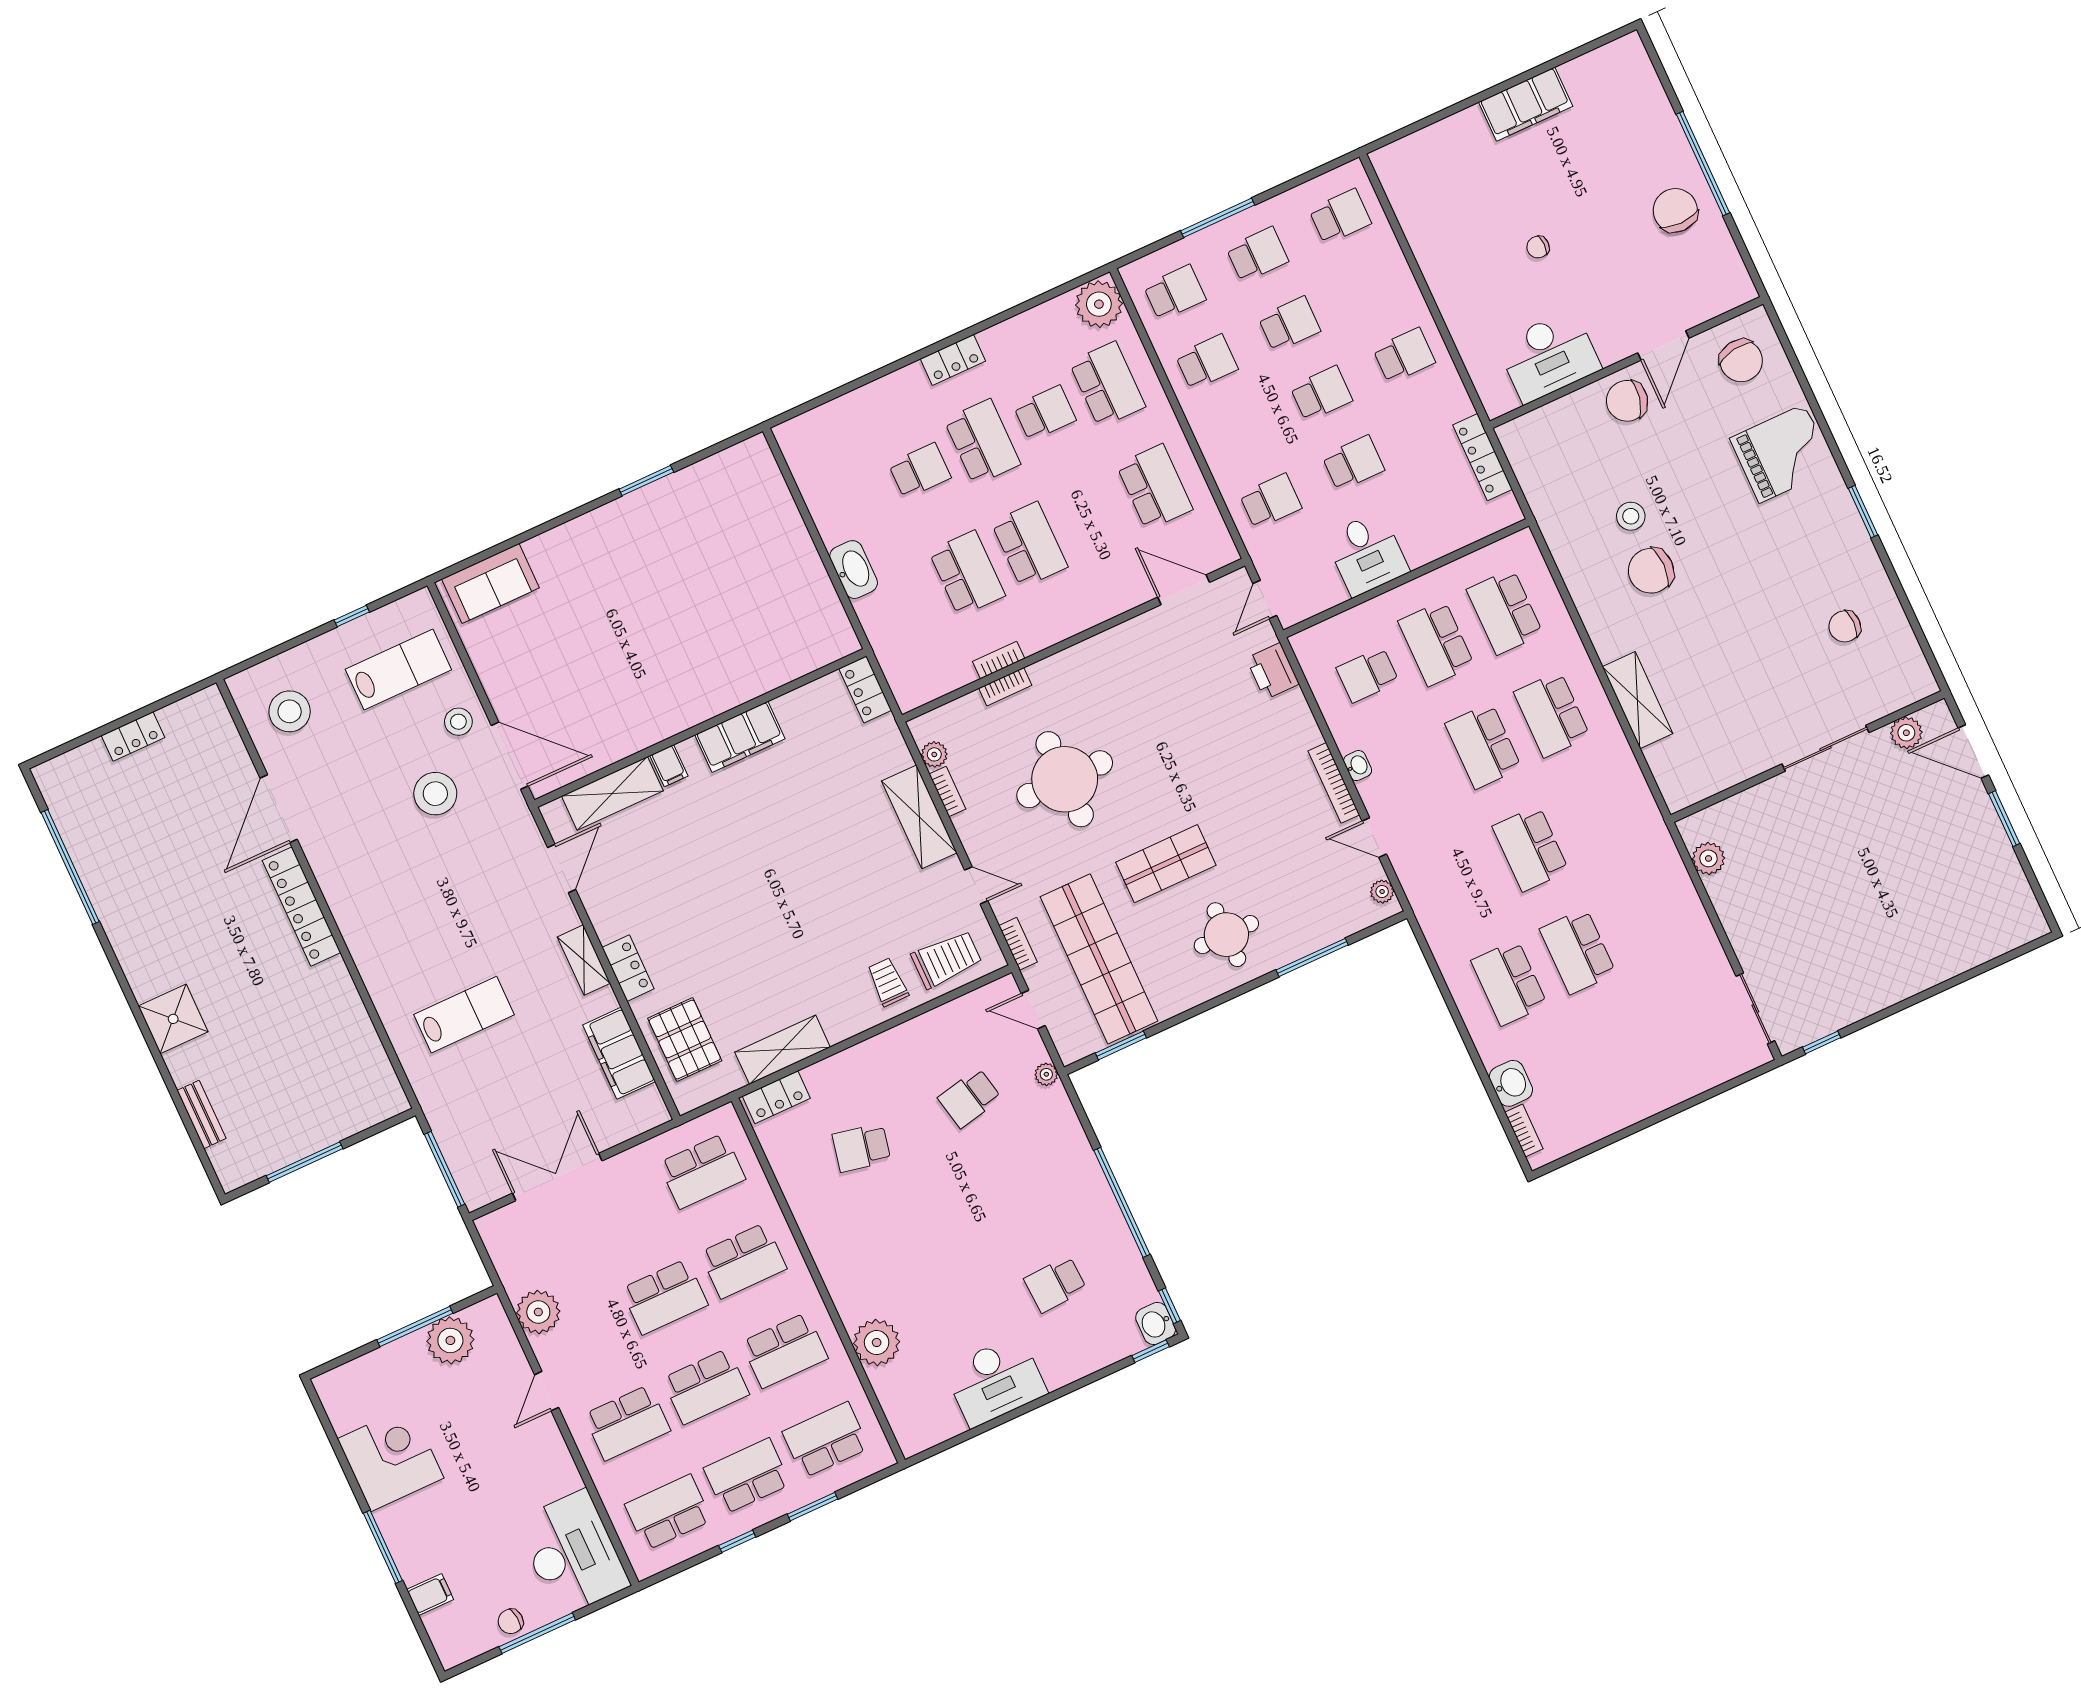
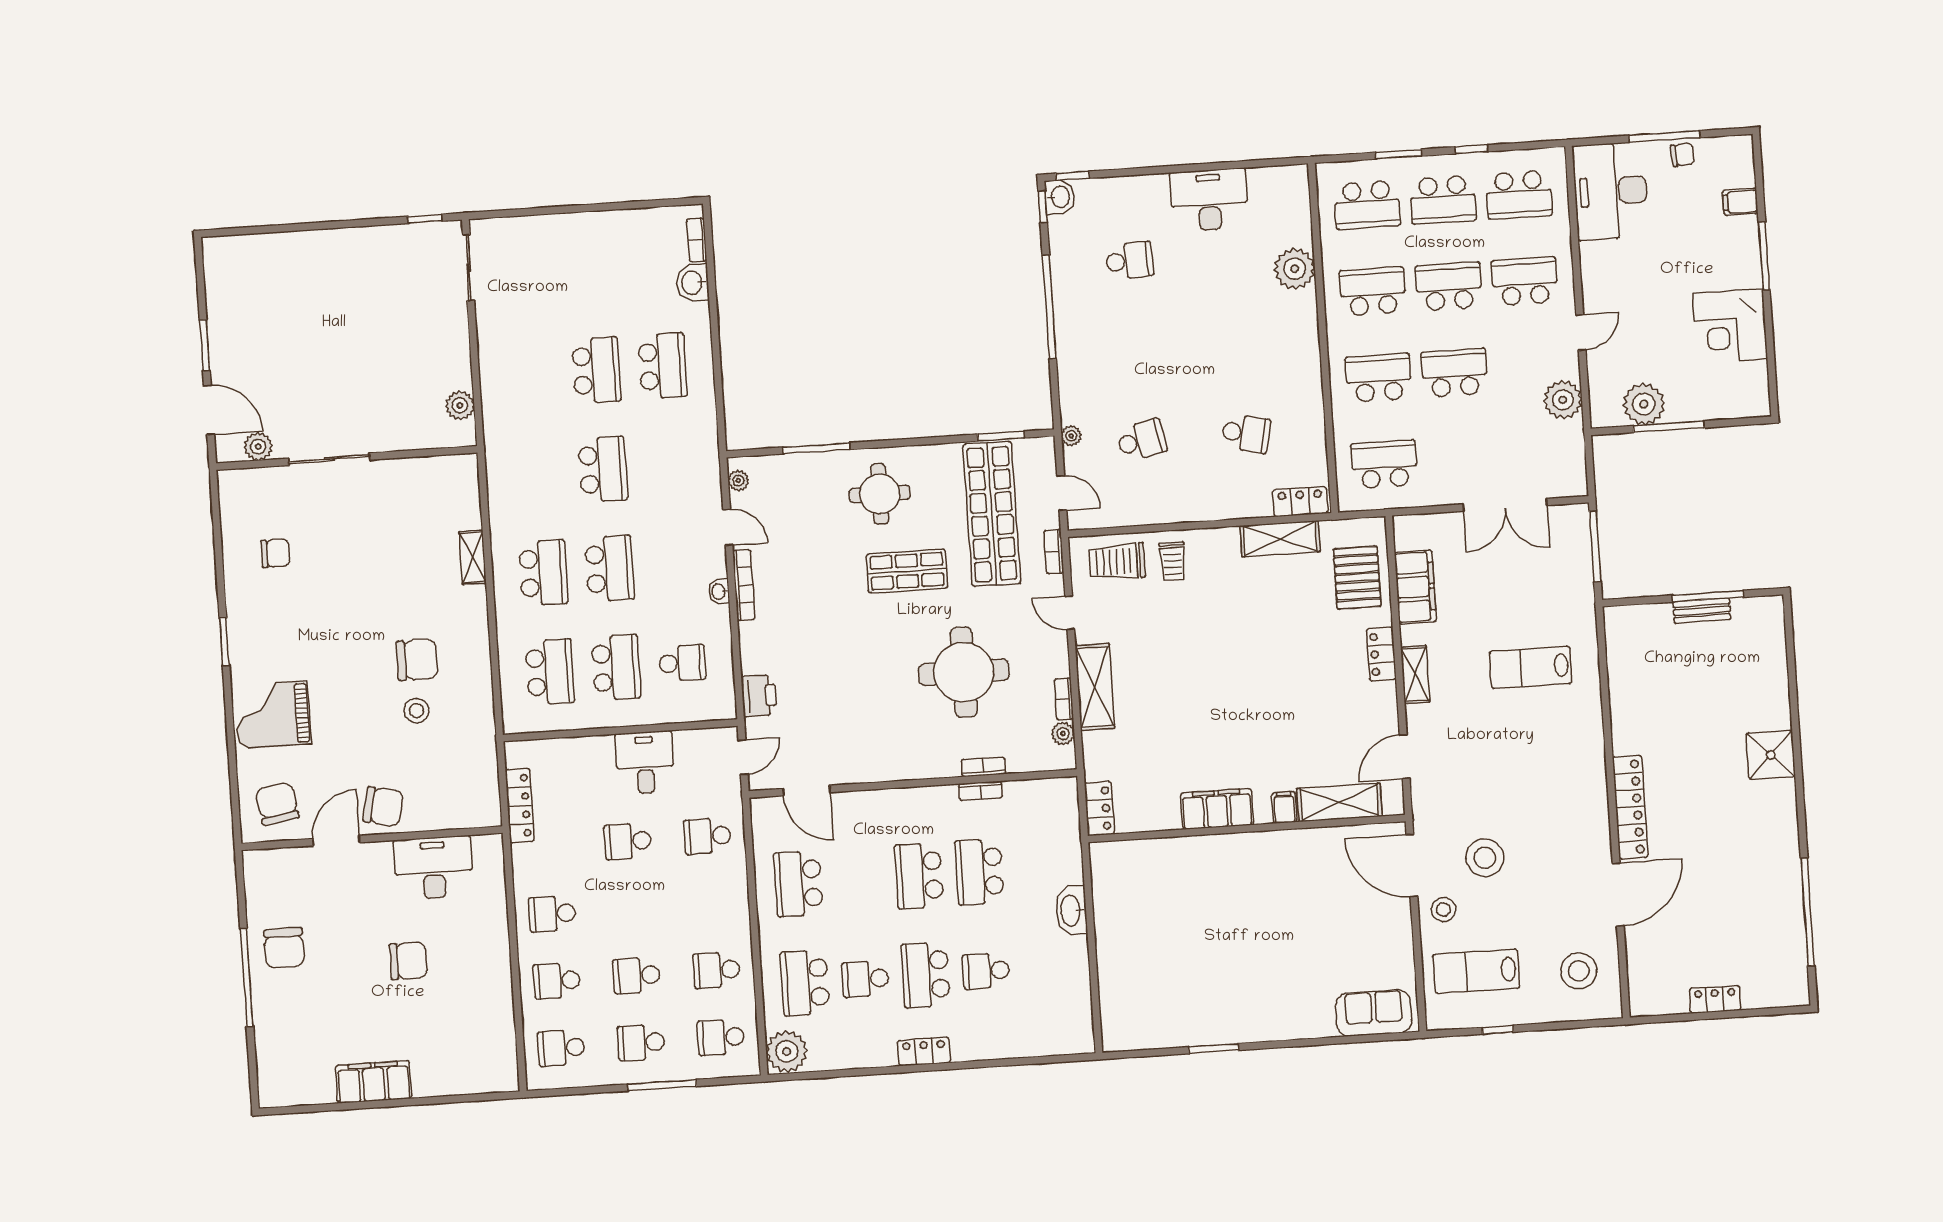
chair: (1538, 247) -> (408, 961), width x1.87, depth x1.87
school desk: (1321, 394) -> (557, 981), moved
shelving: (1638, 700) -> (473, 557), width x0.67, depth x0.75
bench: (202, 1114) -> (1702, 611), moved, turned 90

